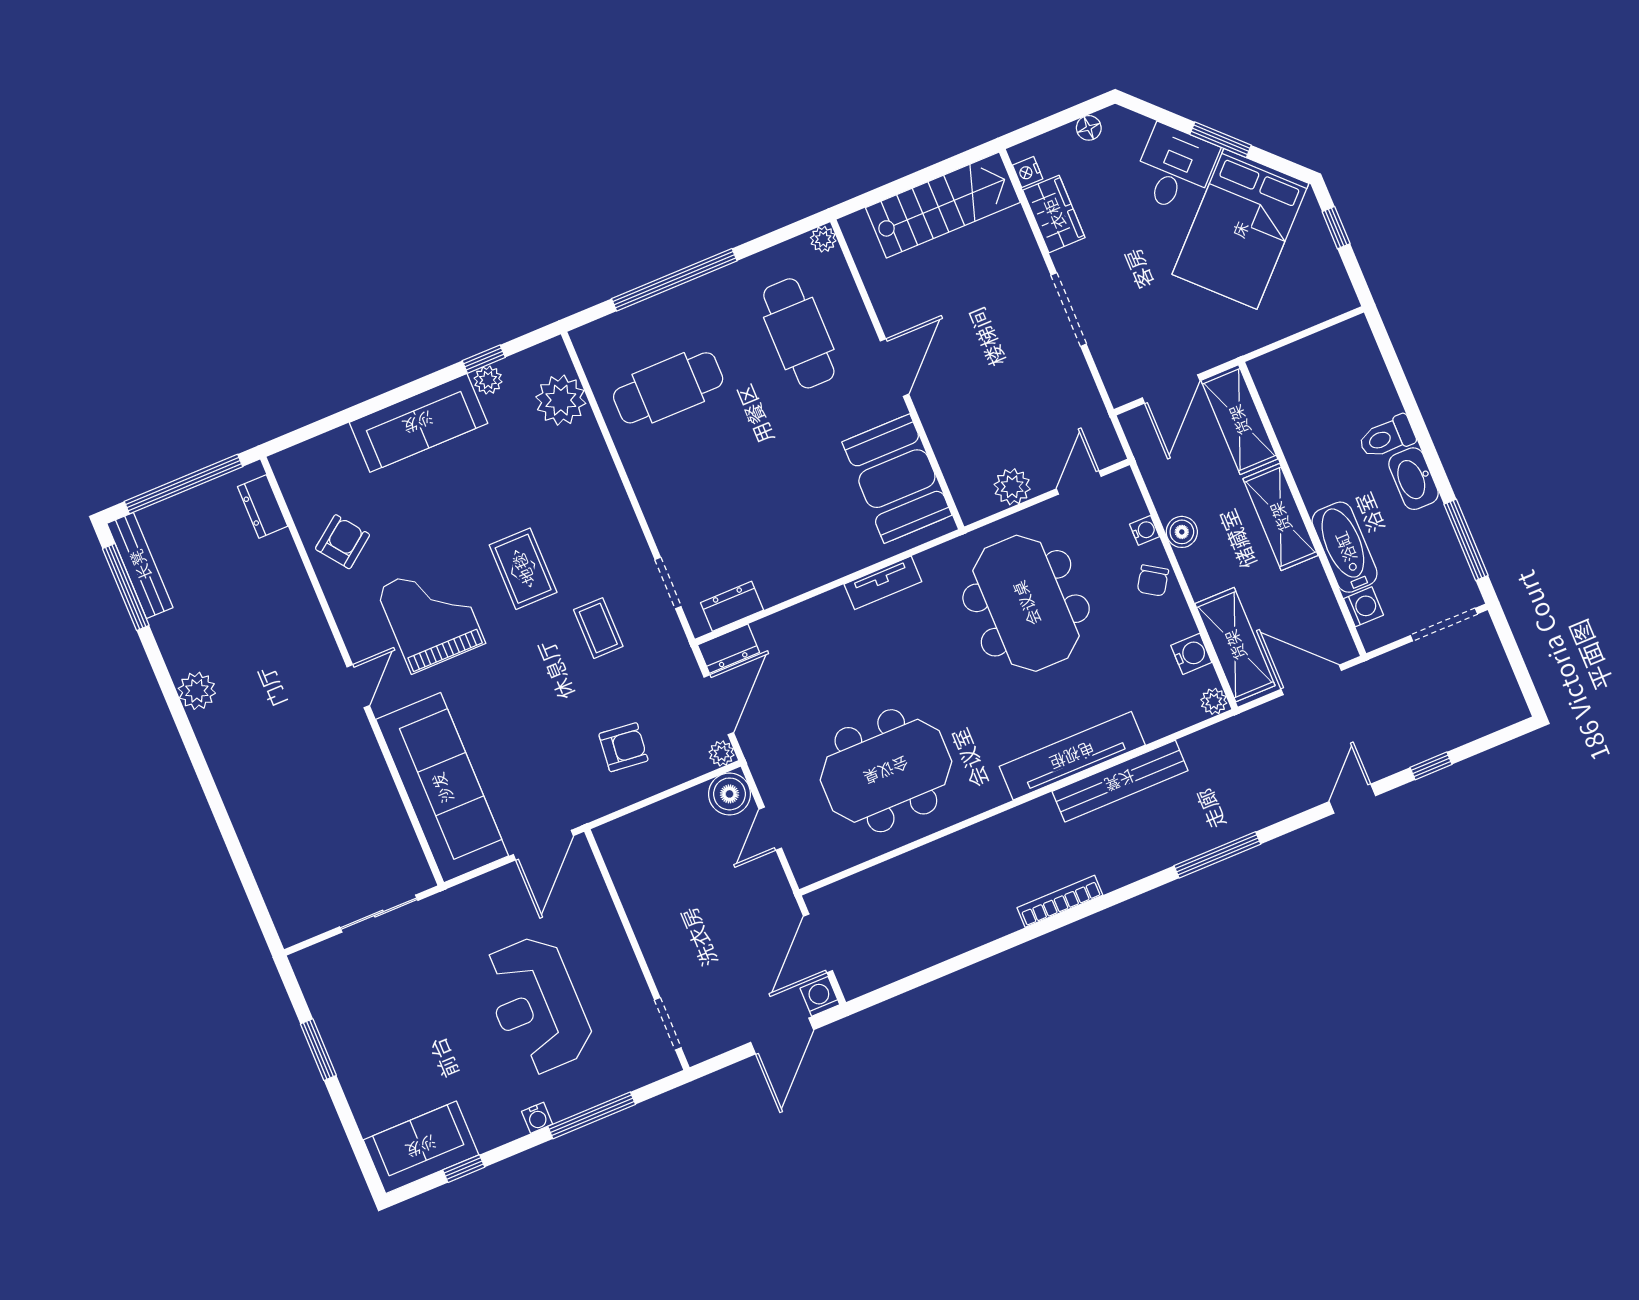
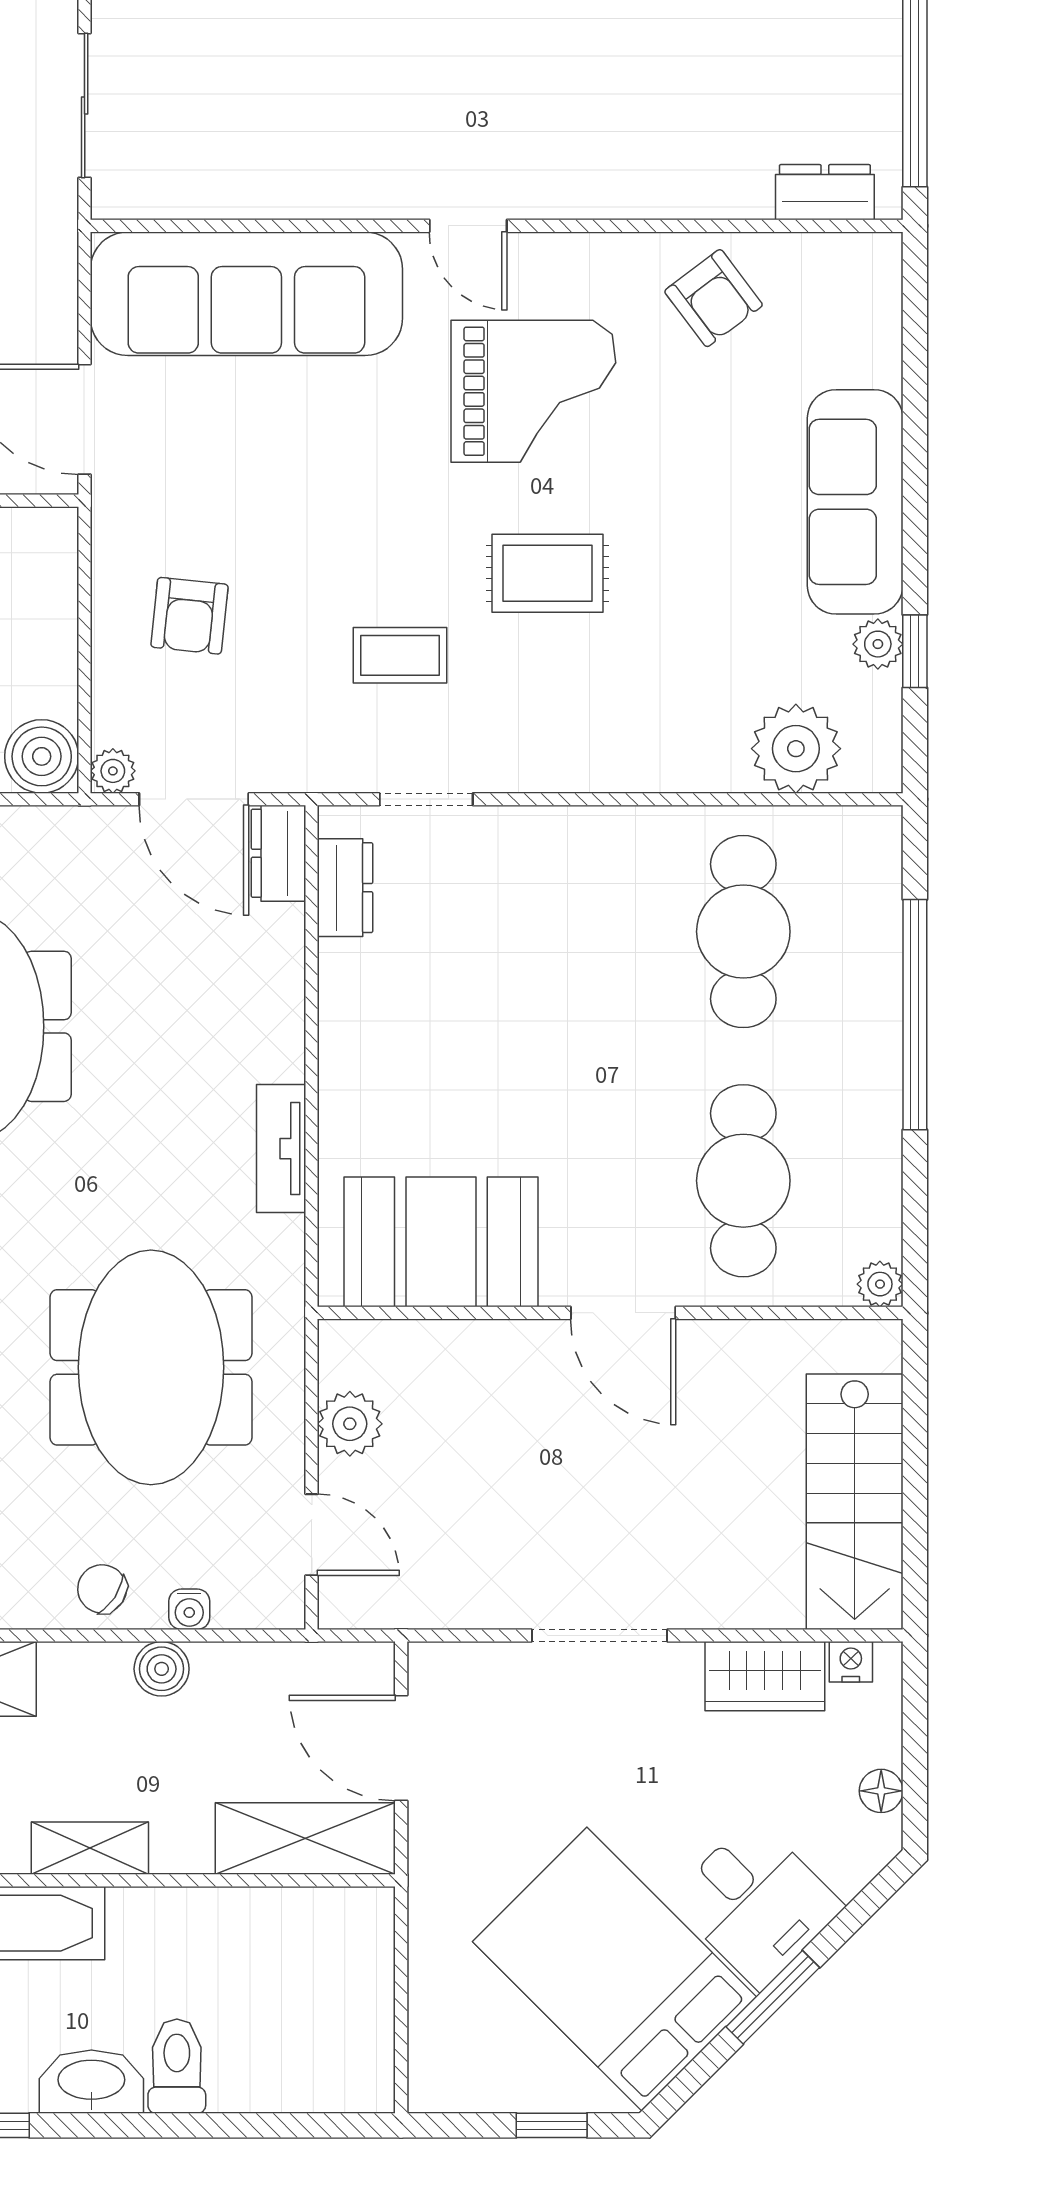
cafe table: (799, 333) -> (743, 1181), turned 90
shelving: (1280, 517) -> (90, 1848), width x0.67, depth x0.75
meeting table: (1026, 603) -> (151, 1367), turned 90

